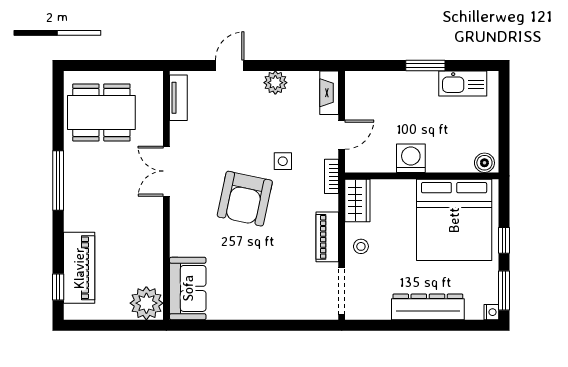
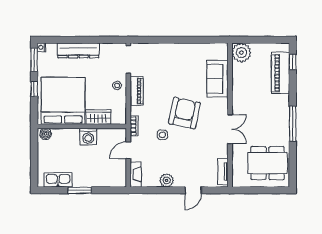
wardrobe: (357, 201) -> (98, 117), moved, turned 90
sofa: (188, 288) -> (217, 79), moved

